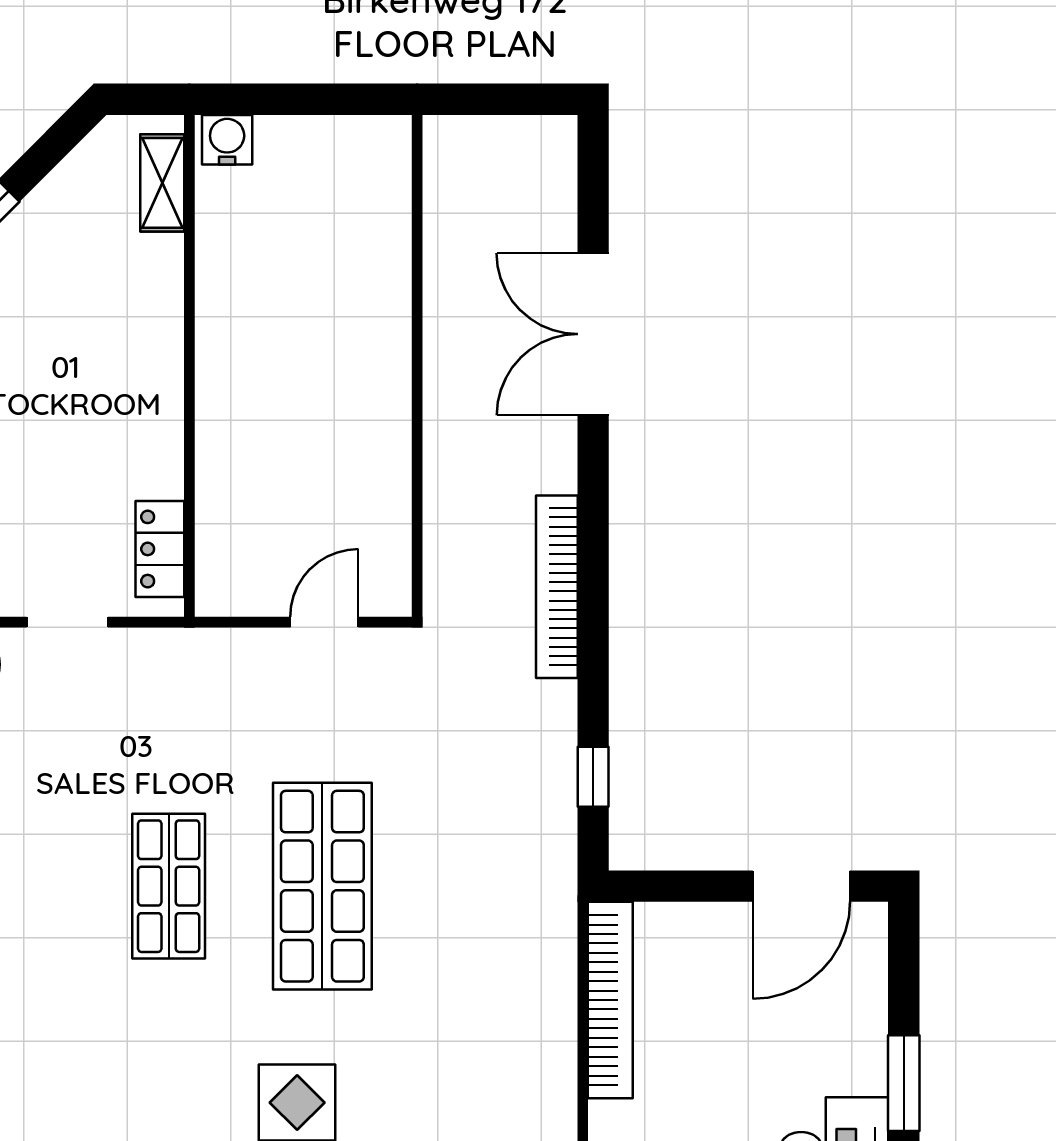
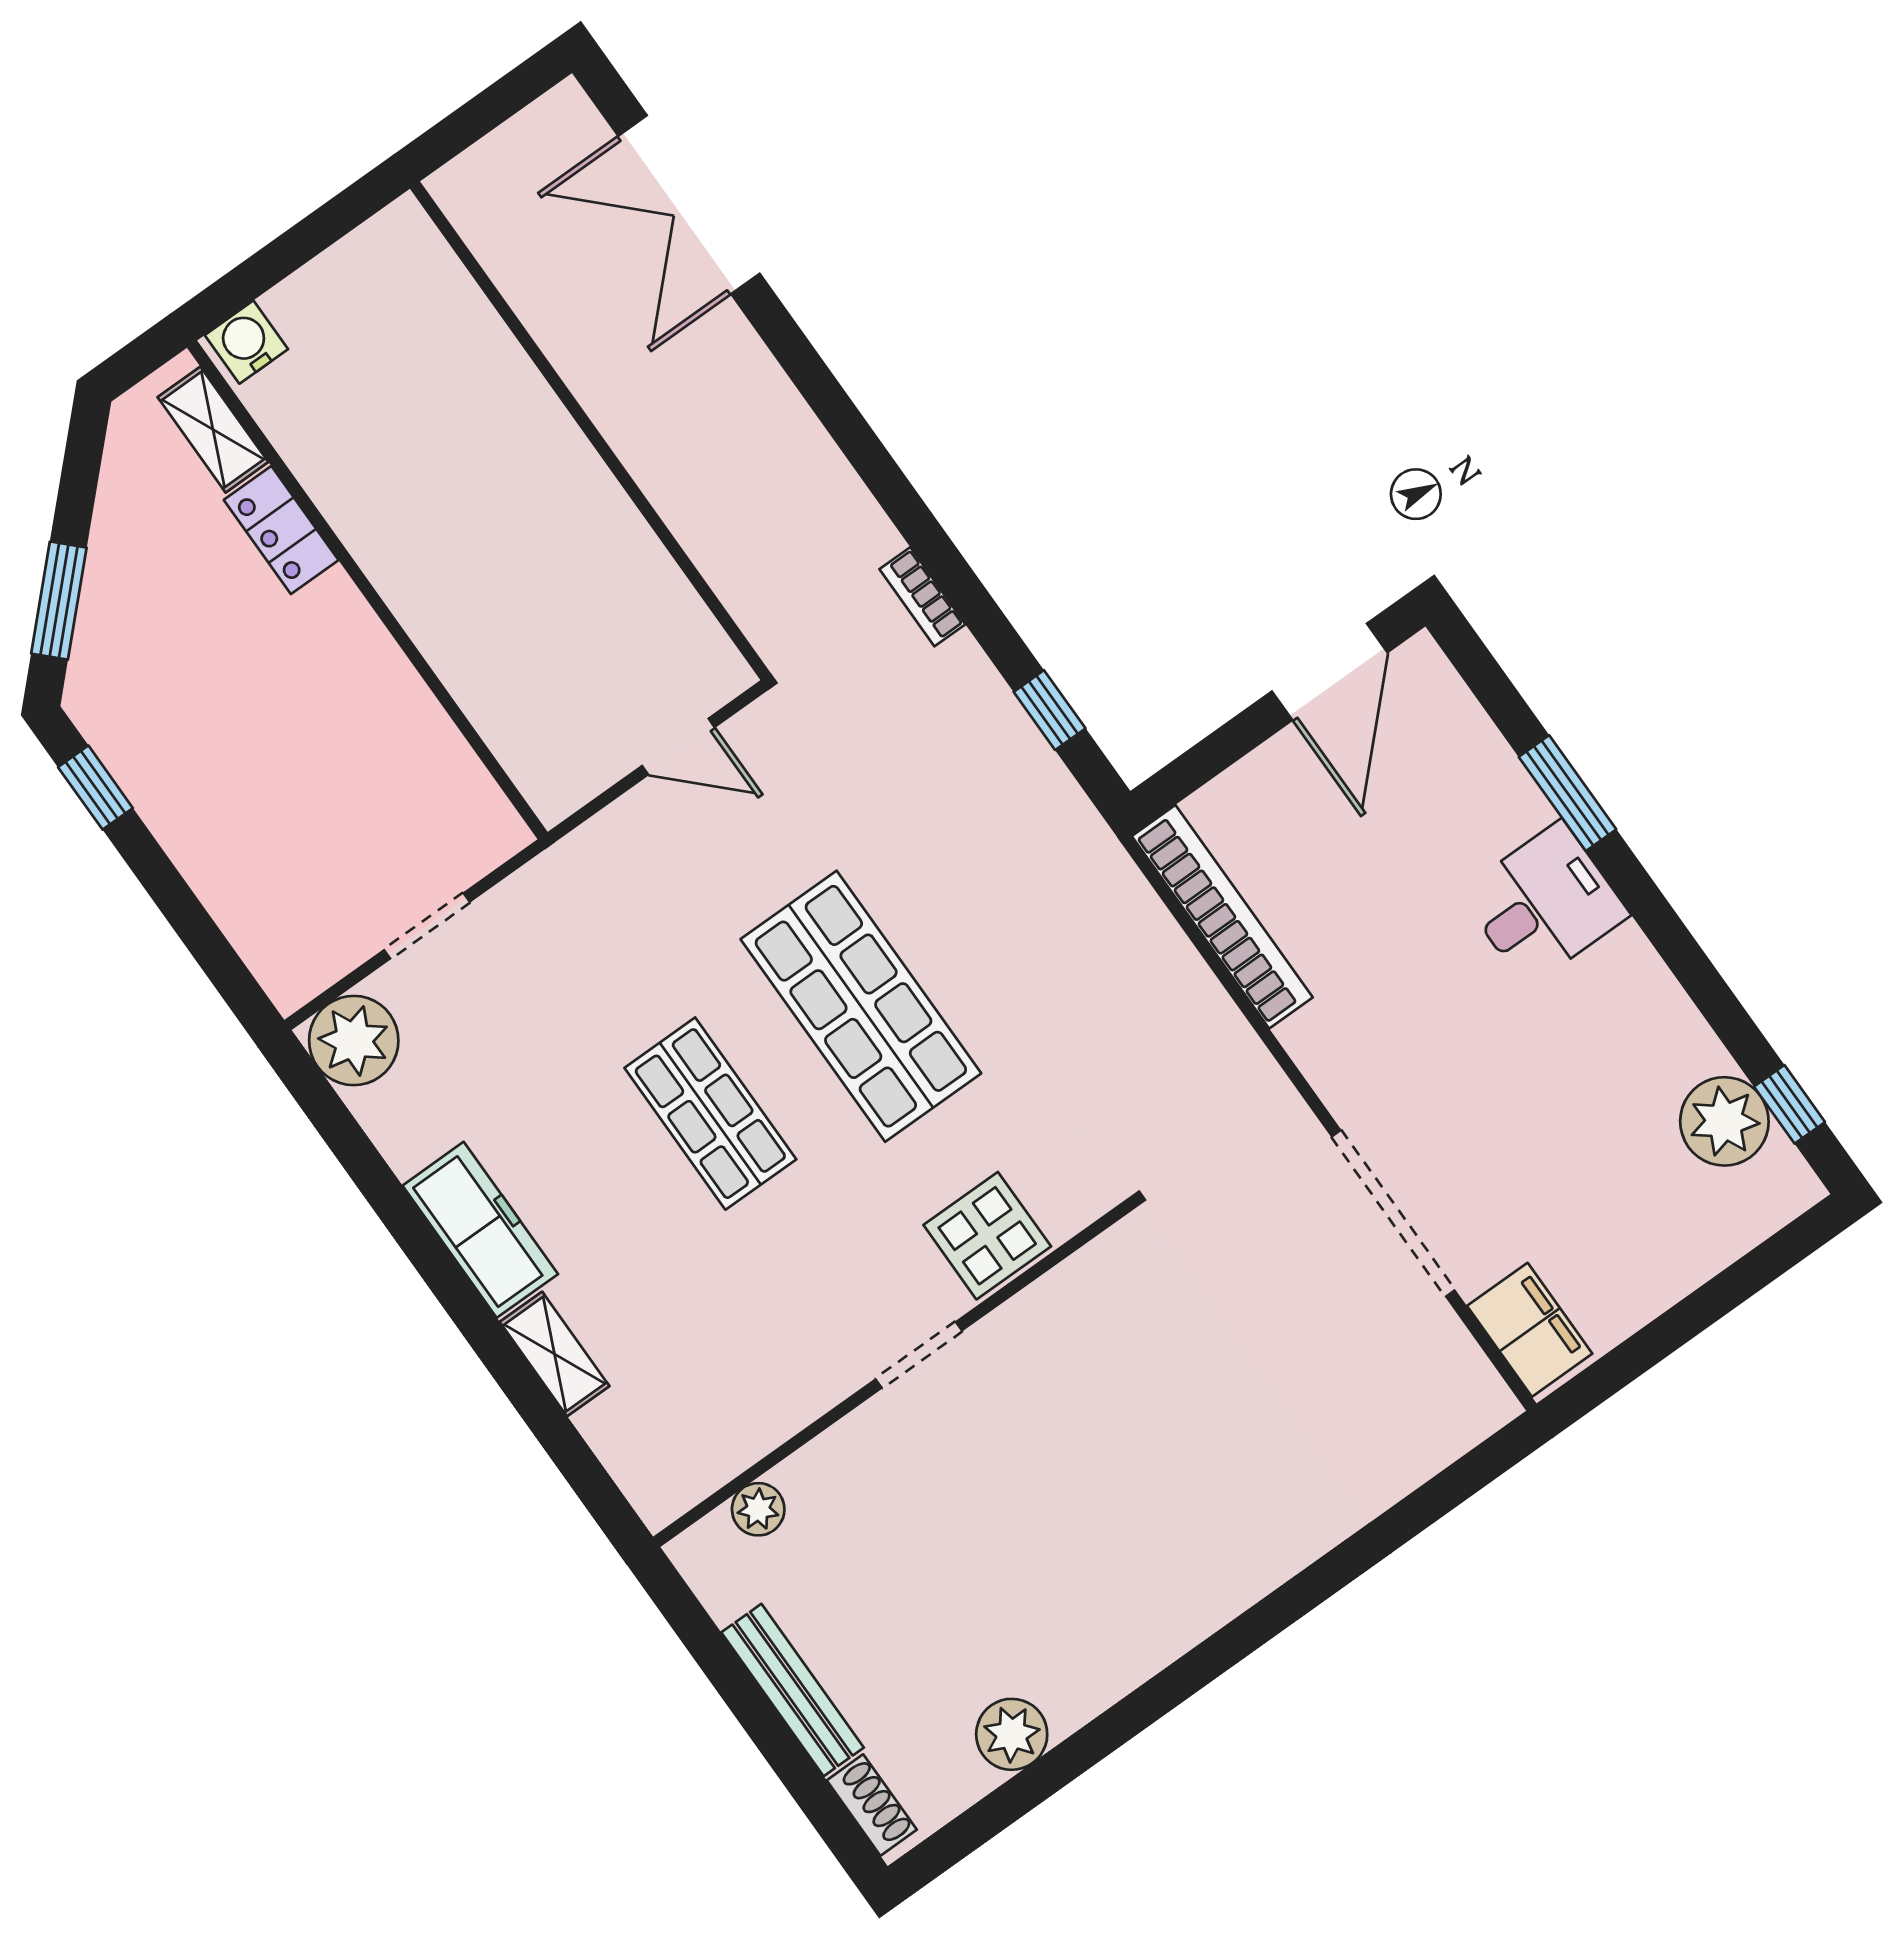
double door: (593, 334) -> (689, 205), moved
locker: (160, 549) -> (281, 530), moved
bookcase: (557, 587) -> (922, 597), width x0.43, depth x0.76
door: (324, 622) -> (678, 746), swing flipped

